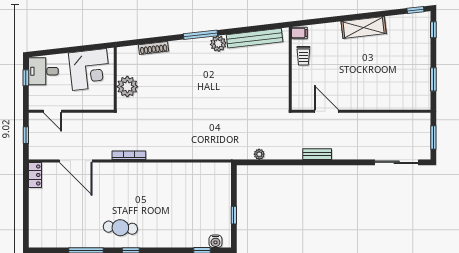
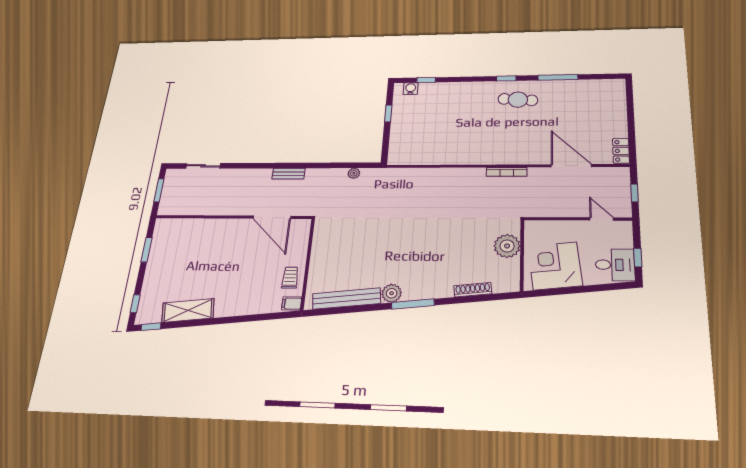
shelving: (364, 27) -> (188, 311), moved
door: (326, 111) -> (272, 217), width x1.36
sliding door: (397, 162) -> (203, 166), width x0.73

